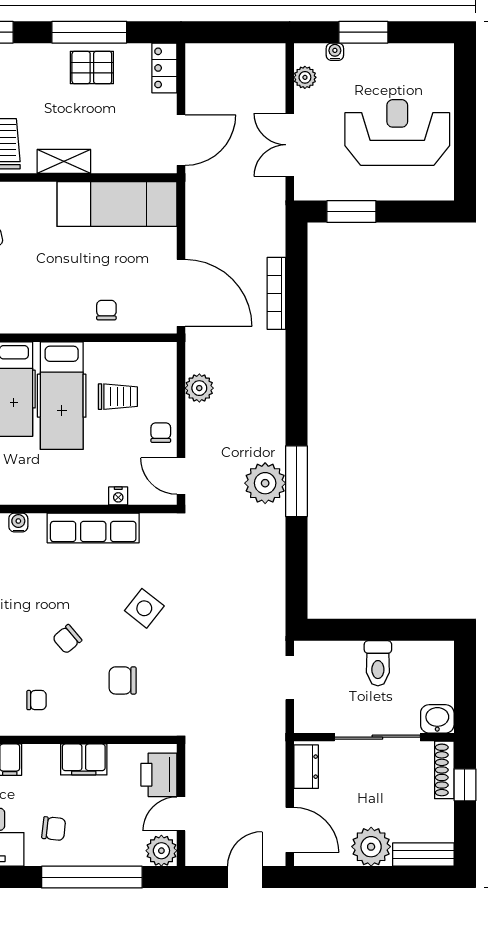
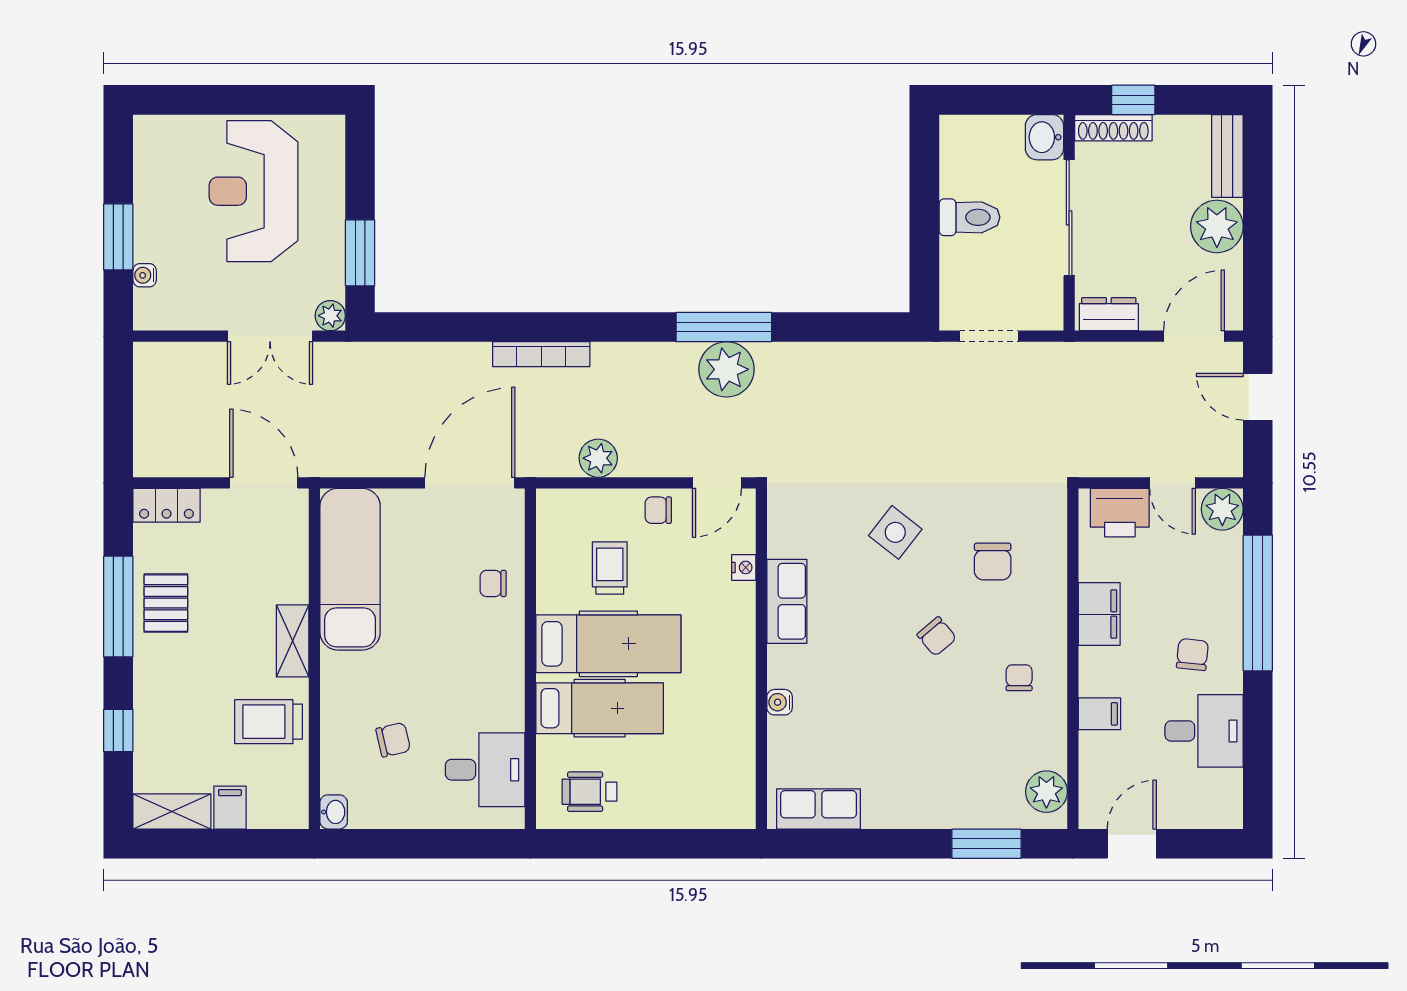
plant: (305, 77) -> (330, 316), moved
bookcase: (276, 293) -> (541, 354), moved
row of seats: (93, 528) -> (787, 601), width x0.68

